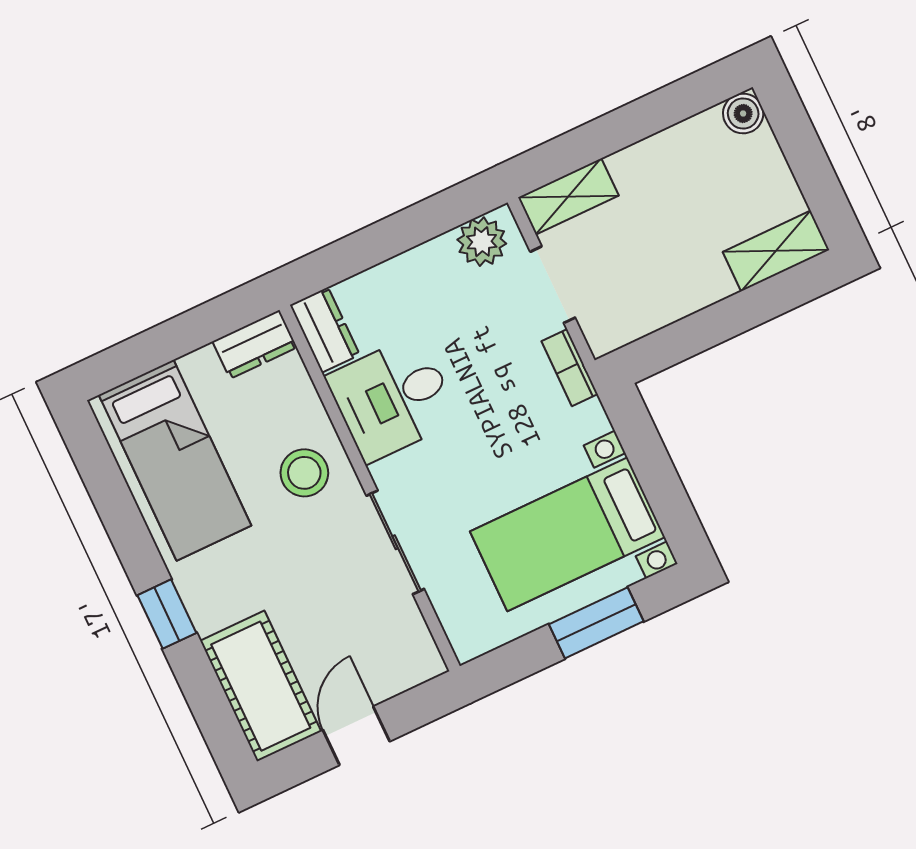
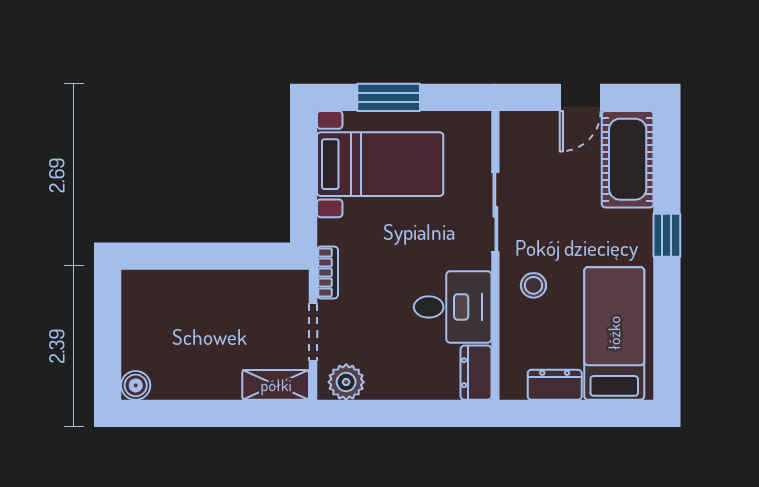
shelving: (776, 251) -> (156, 285), removed
dresser: (255, 344) -> (555, 385), moved
stool: (304, 473) -> (533, 285), width x0.73, depth x0.73

